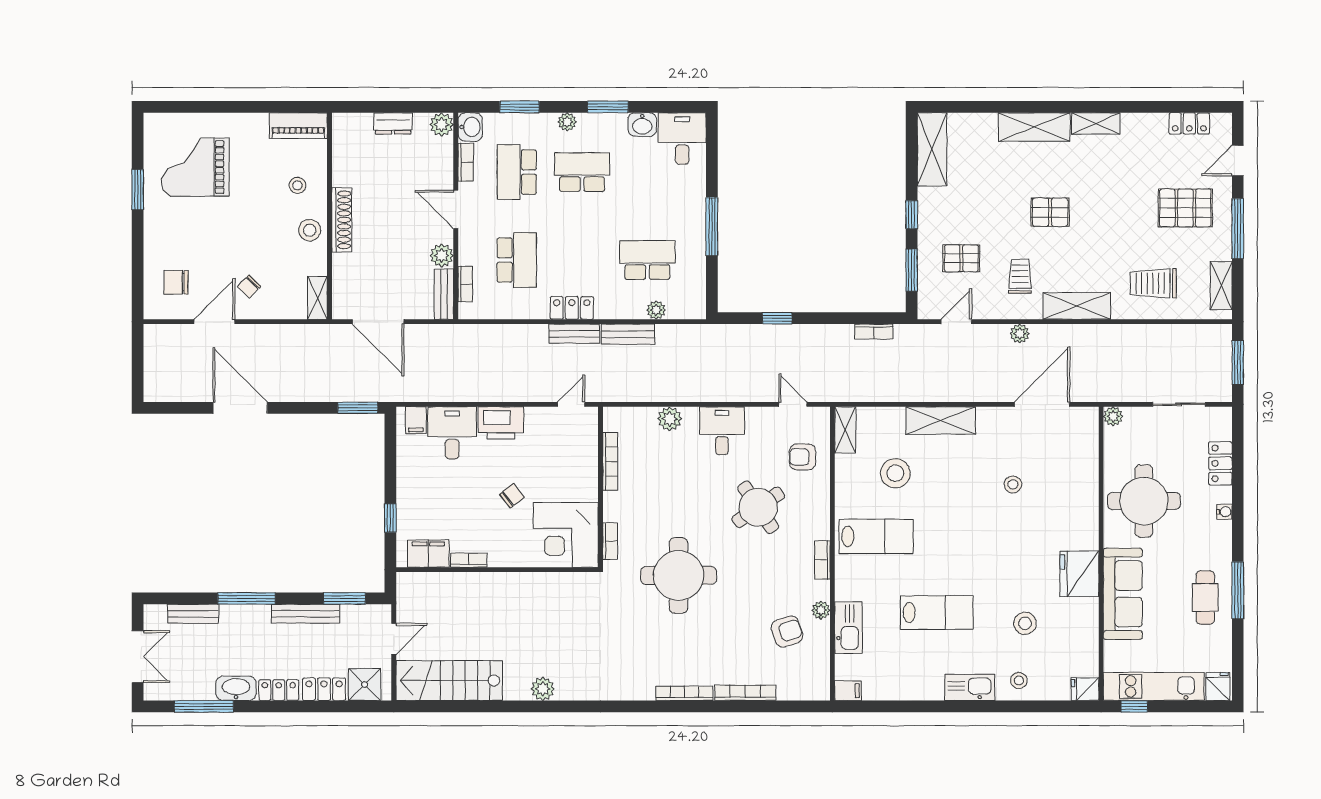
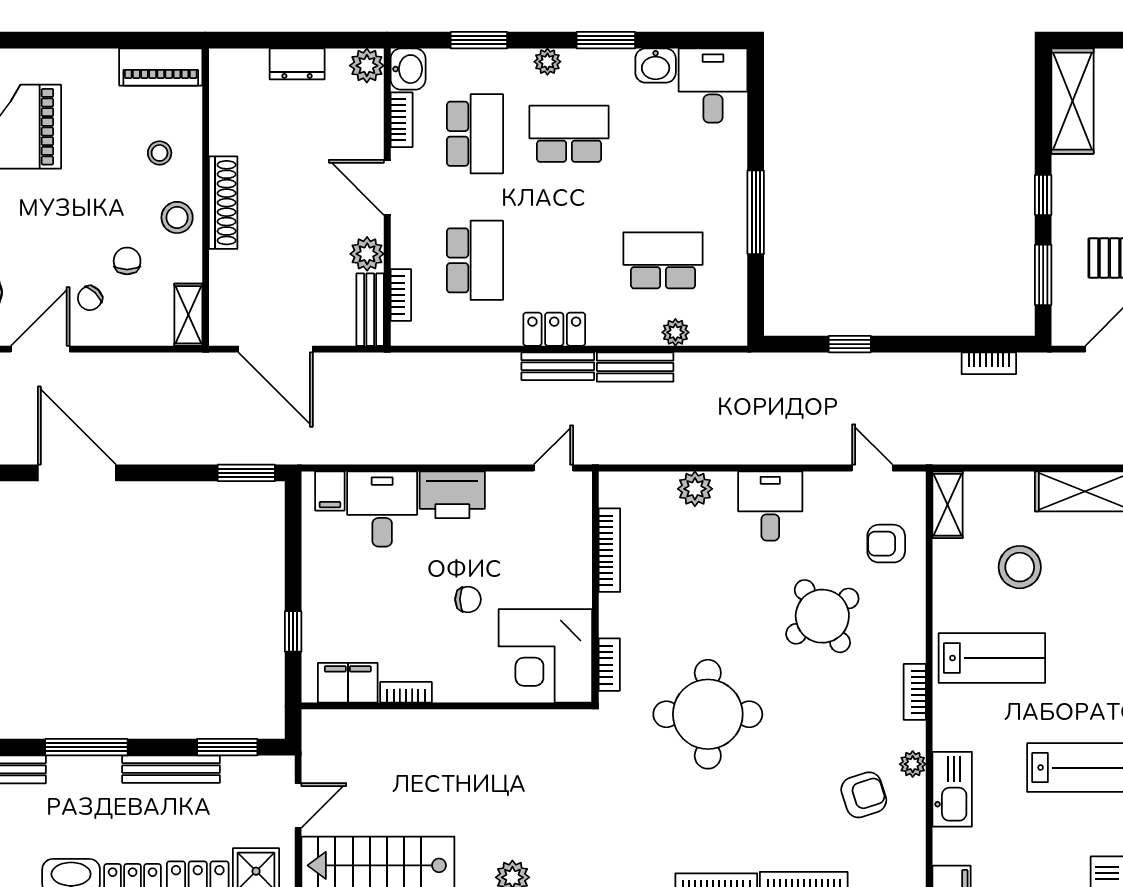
school desk: (517, 172) -> (475, 134), turned 180
chair: (275, 260) -> (127, 261), added
chair: (512, 496) -> (468, 599), turned 38

